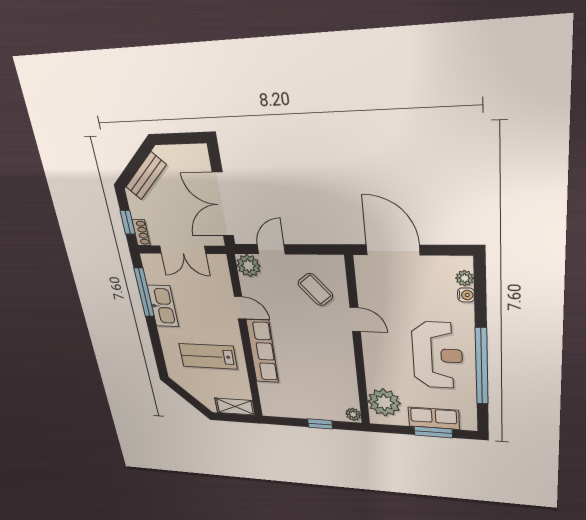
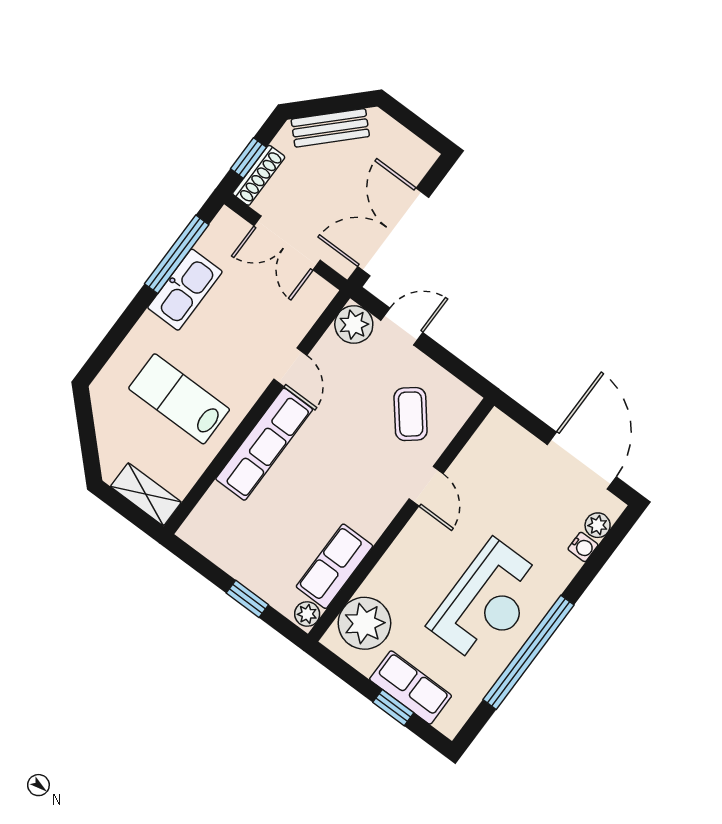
shoe rack: (141, 233) -> (259, 175), width x1.43
door: (393, 250) -> (582, 461), moved
row of seats: (346, 385) -> (334, 566), added
window: (433, 432) -> (393, 708), width x0.67

